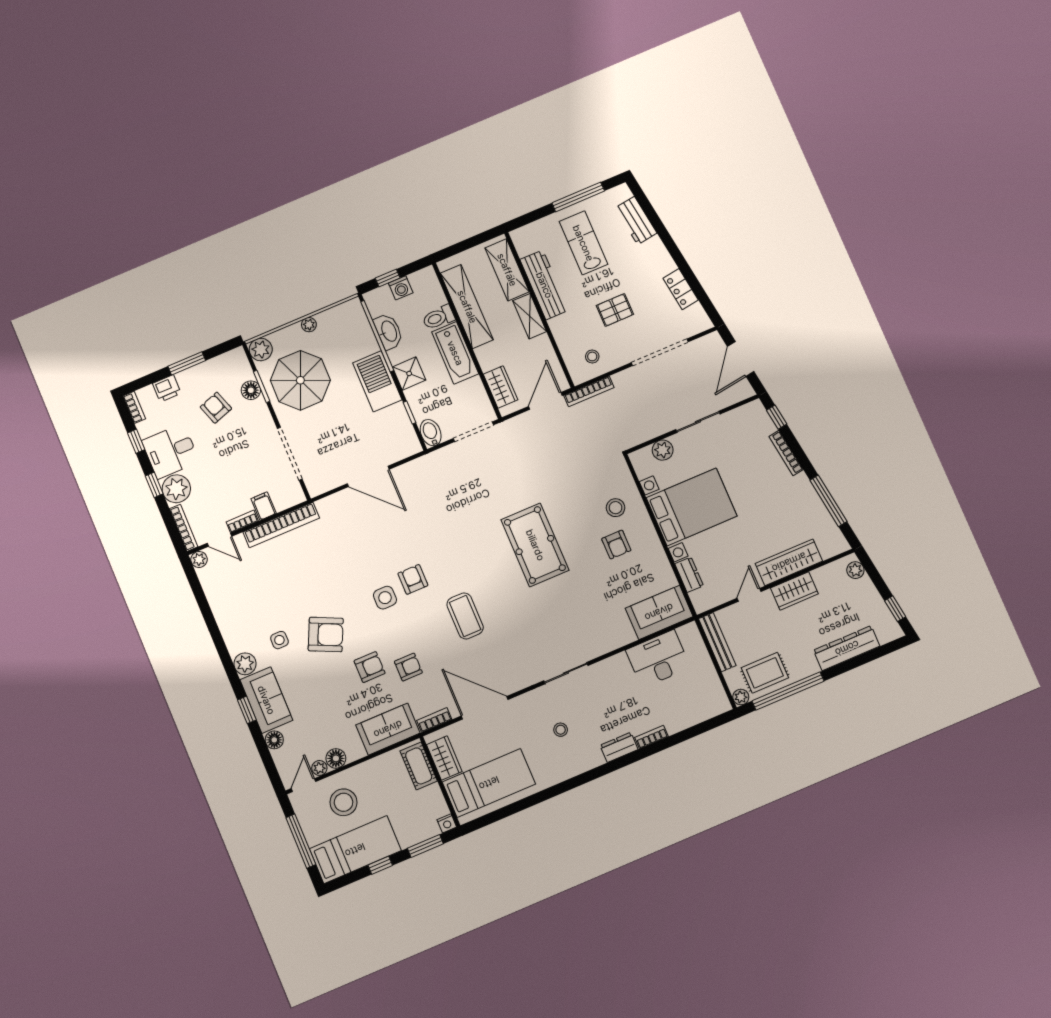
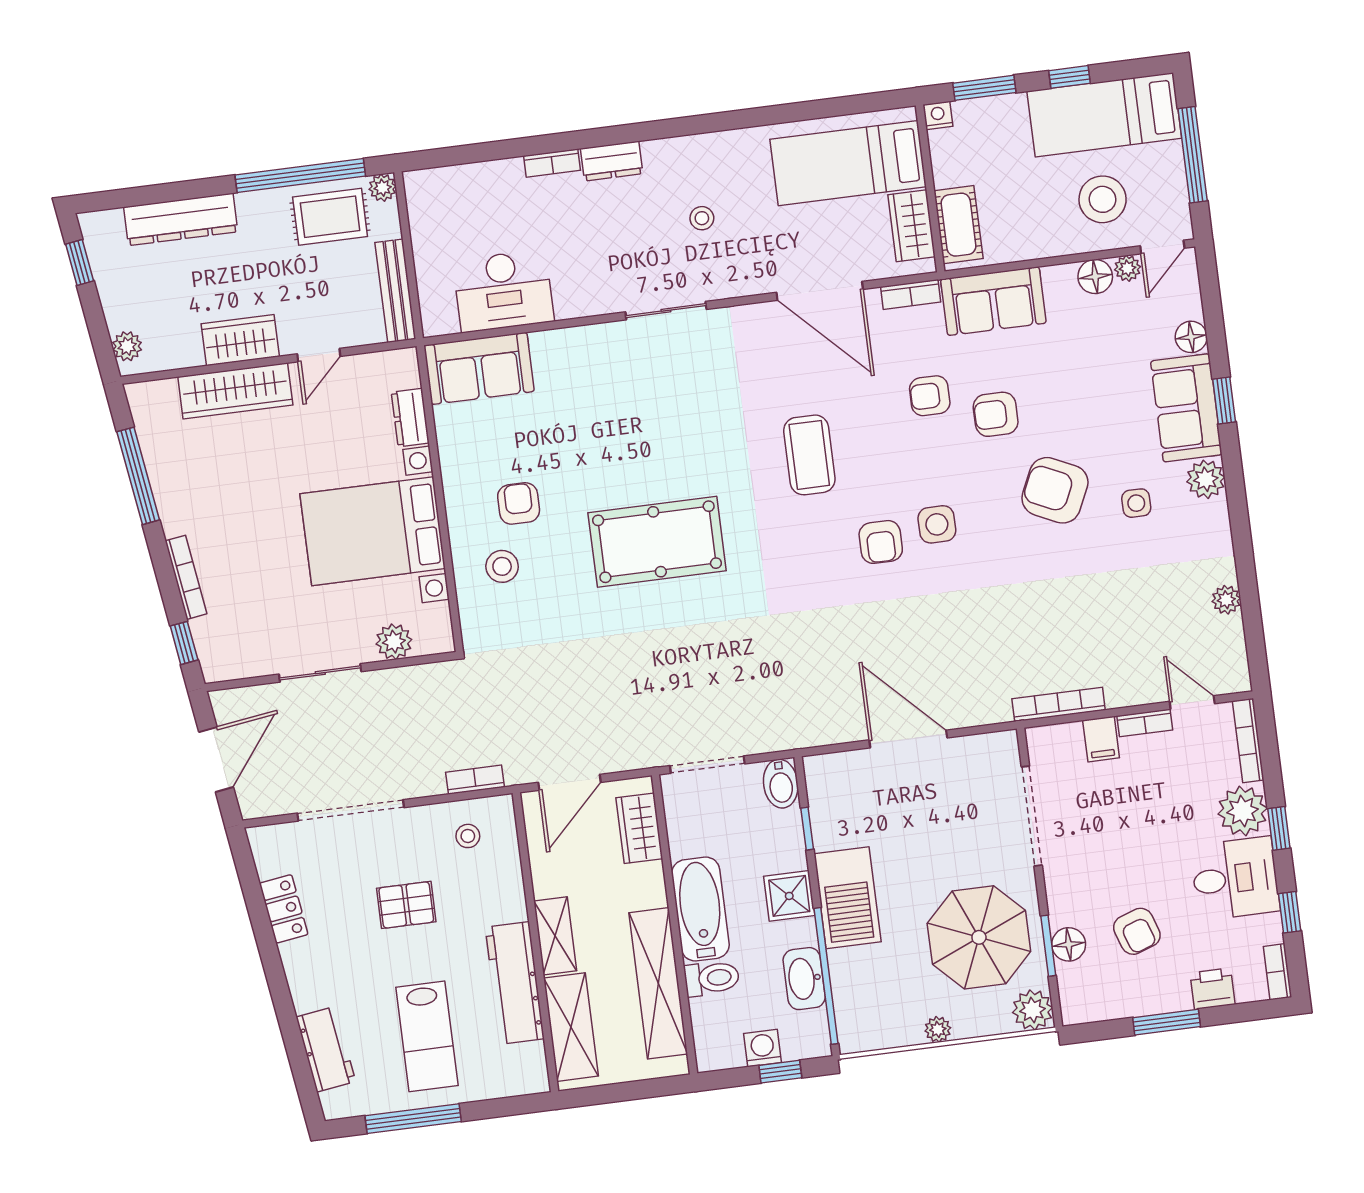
bookcase: (589, 391) -> (475, 780), width x0.64
bookcase: (281, 525) -> (1059, 704), width x0.68, depth x0.76
pool table: (535, 545) -> (657, 542), turned 90
plant: (199, 559) -> (1226, 600), moved

